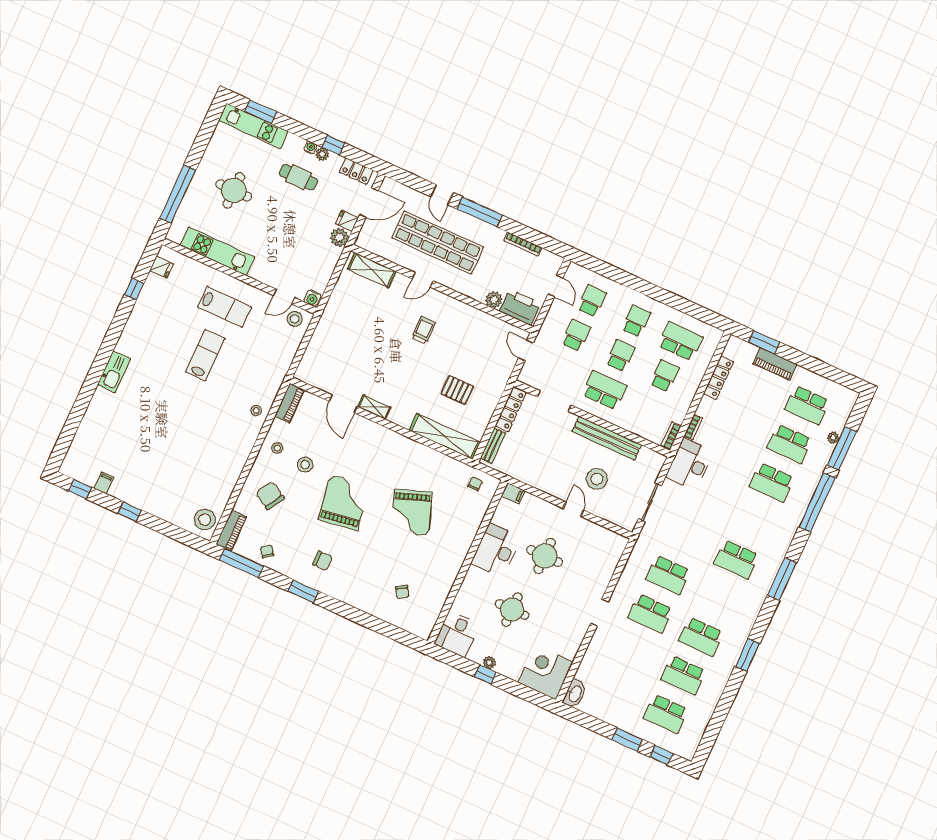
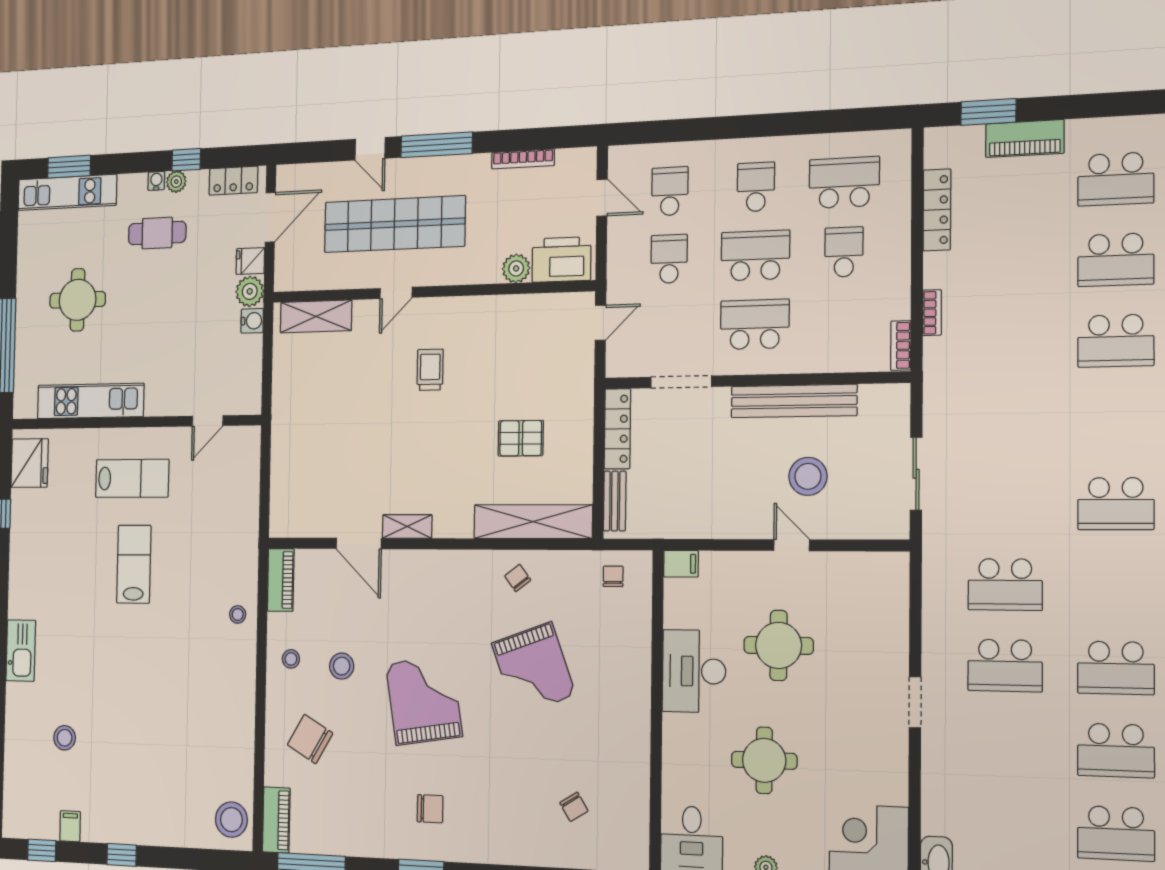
fridge: (161, 267) -> (30, 463), width x1.88, depth x1.34
water cooler: (313, 298) -> (252, 321), moved, turned -90
stool: (295, 319) -> (65, 738), moved
door: (526, 350) -> (600, 323), swing flipped
school desk: (620, 356) -> (755, 256), width x1.85
desk: (690, 464) -> (955, 378), removed
chair: (267, 551) -> (518, 578), moved

